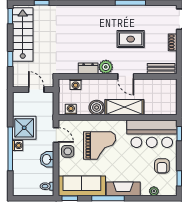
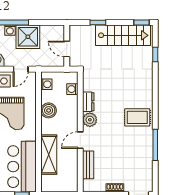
rug: (131, 39) -> (137, 117), moved, turned 90
bench: (161, 69) -> (88, 165), moved
door: (36, 90) -> (67, 49), swing flipped
shelving: (124, 107) -> (49, 155), moved

